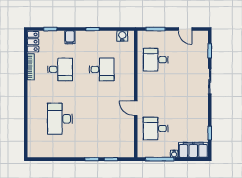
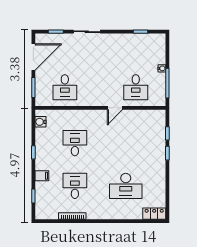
door: (185, 29) -> (33, 57), width x1.87
locker: (33, 42) -> (154, 214), moved
filing cabinet: (193, 150) -> (158, 49), removed

